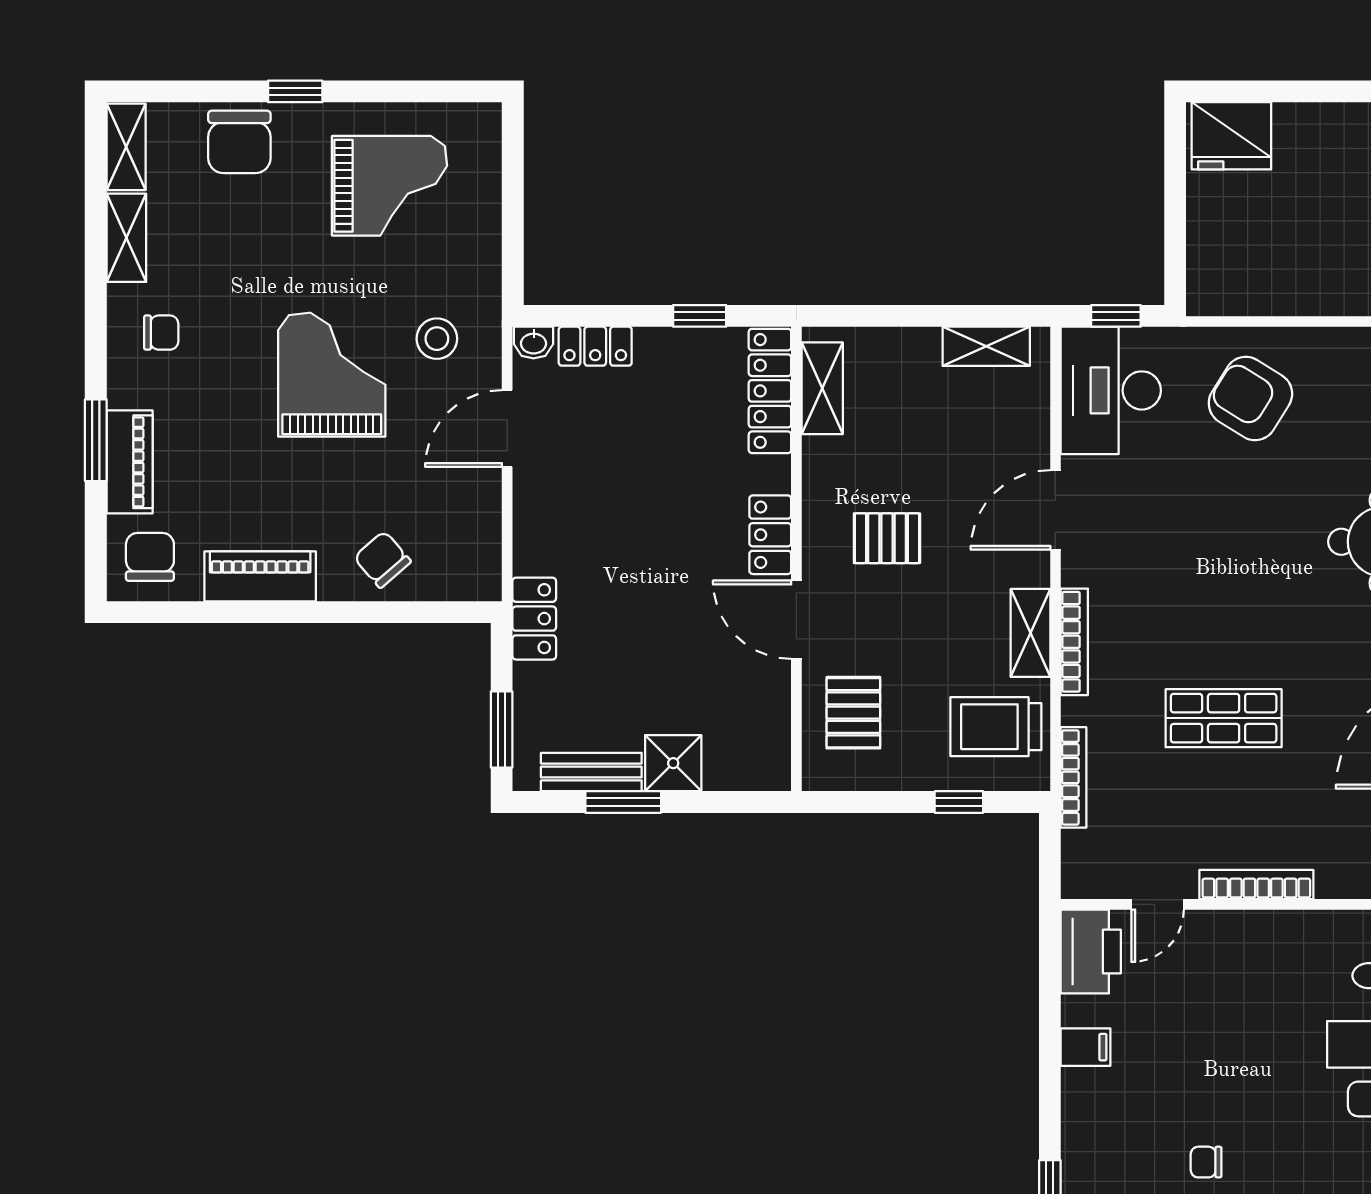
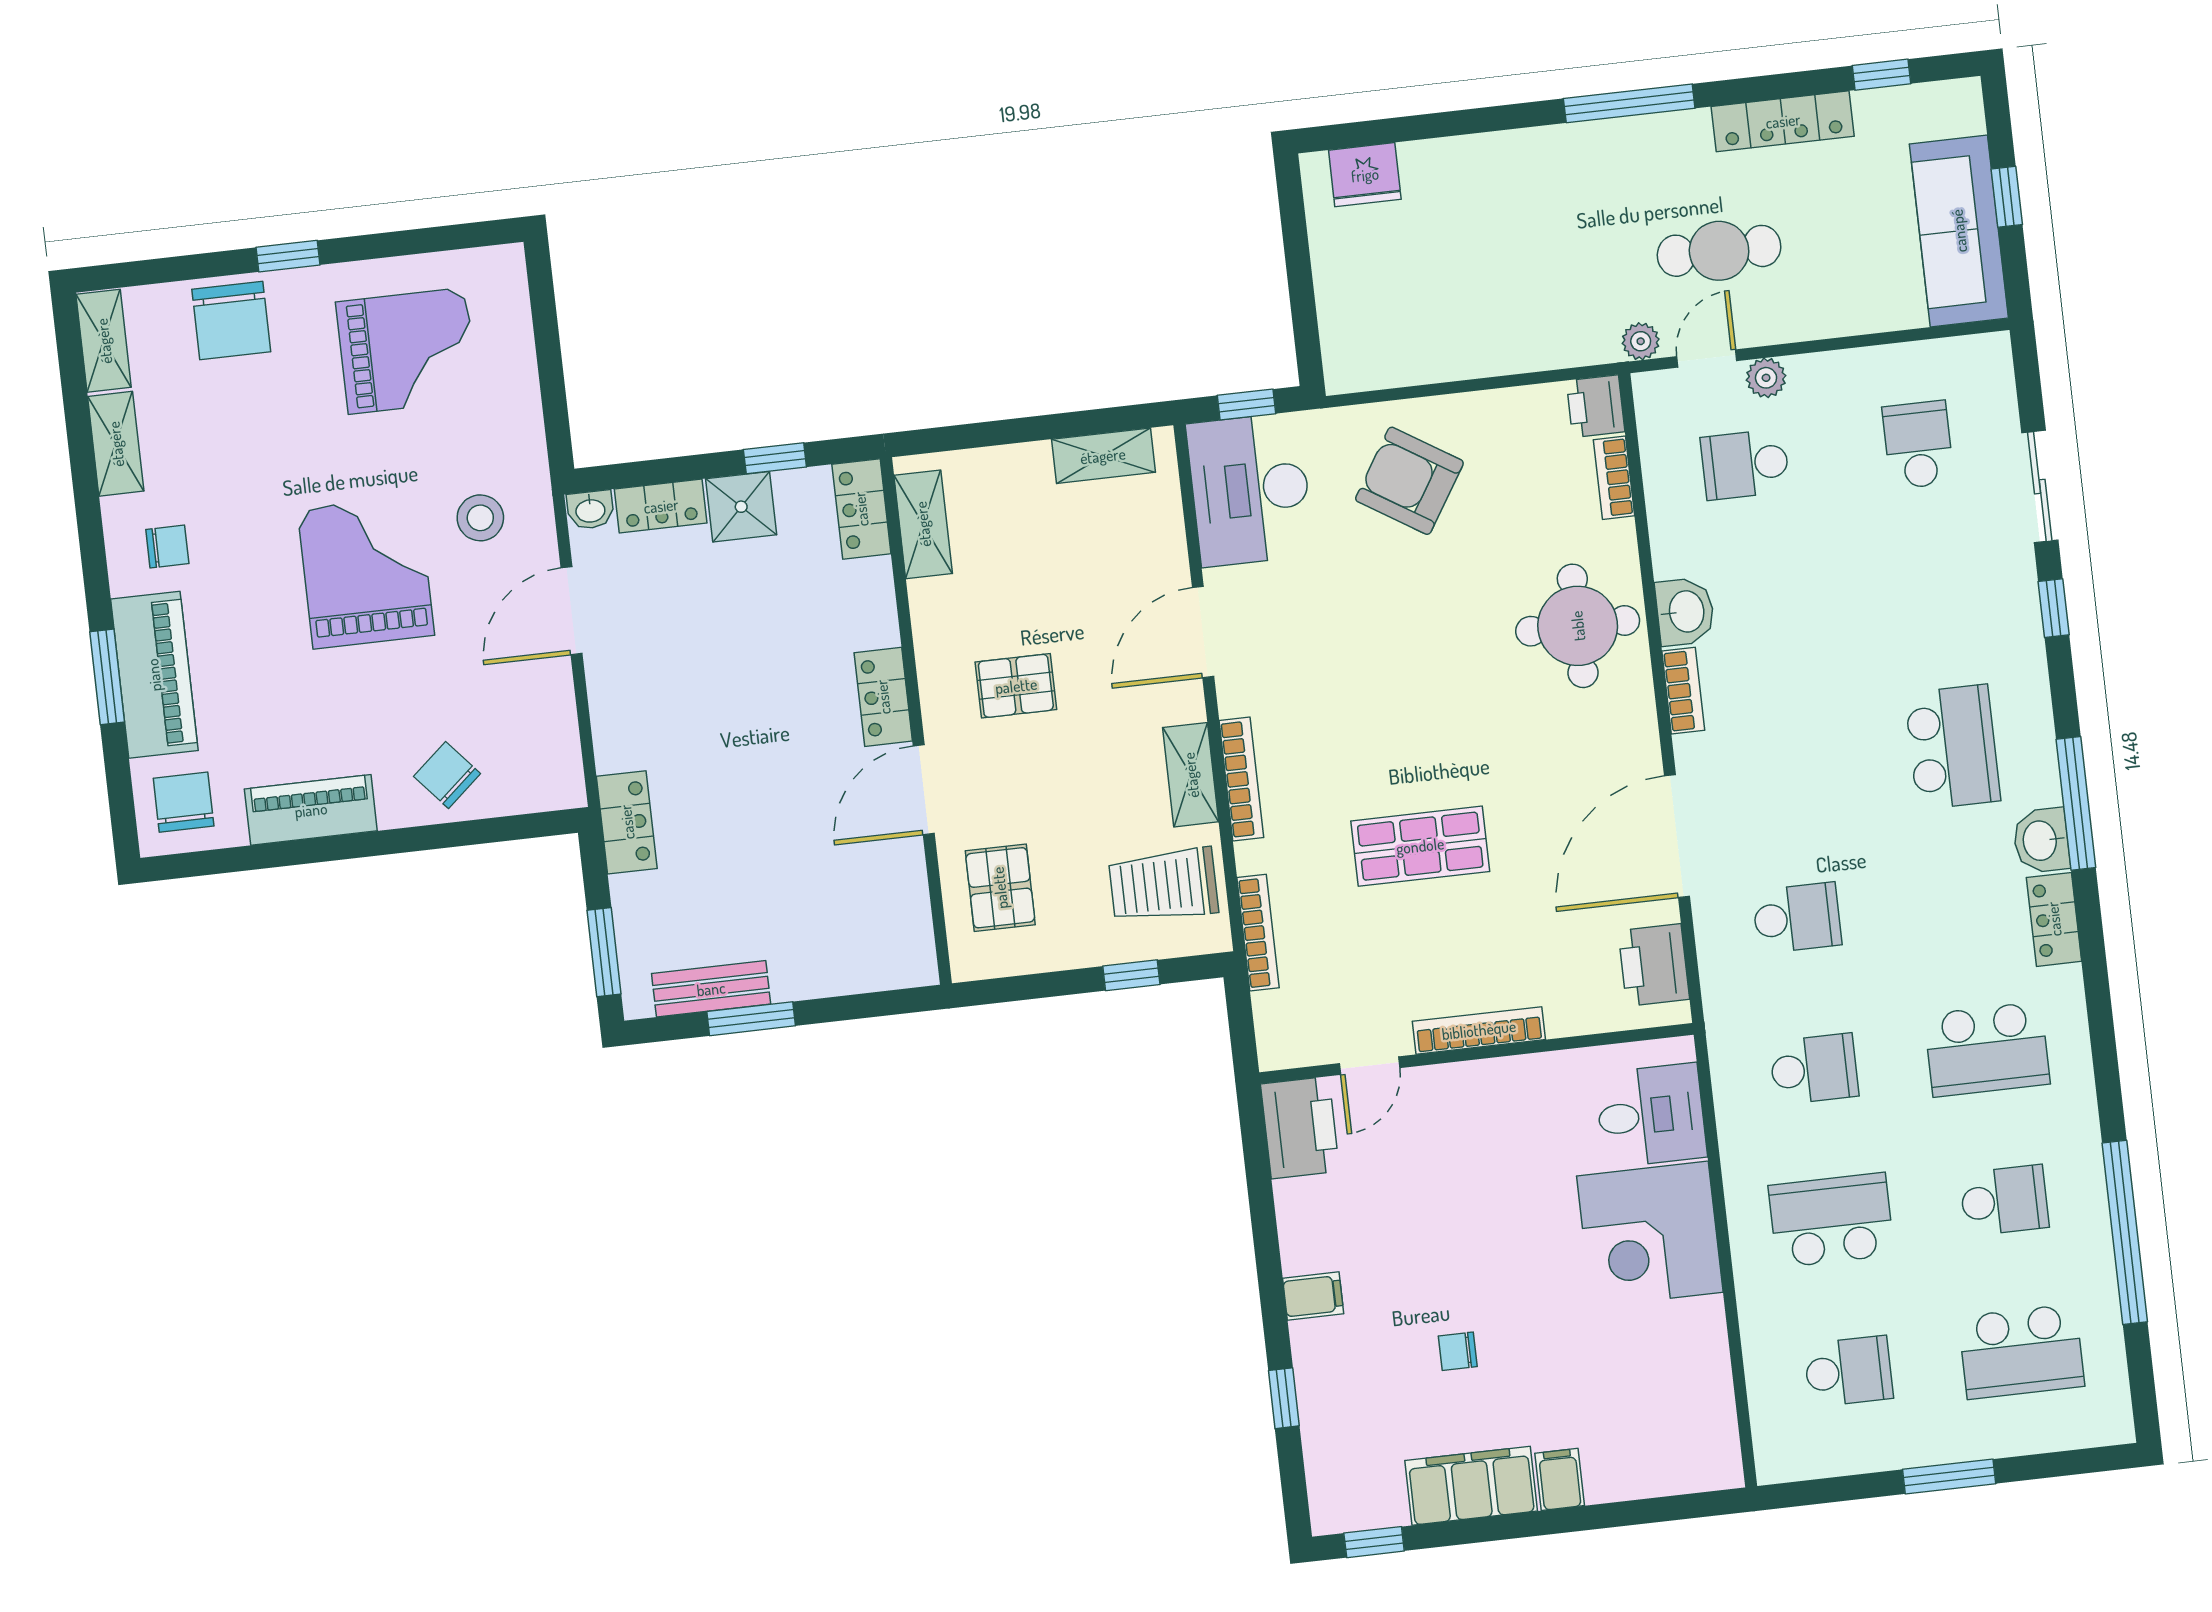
fridge: (1231, 136) -> (1365, 175), width x0.73, depth x0.75
locker: (770, 391) -> (861, 509), width x0.66
piano: (130, 462) -> (154, 675), width x1.37, depth x1.33
door: (796, 620) -> (924, 790), hinge flipped
shower: (673, 763) -> (741, 507), moved
filing cabinet: (1086, 1047) -> (1313, 1296), moved

